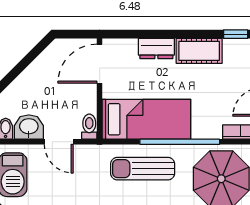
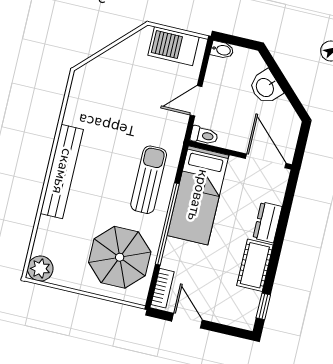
washbasin: (29, 127) -> (266, 87), moved, turned 135

